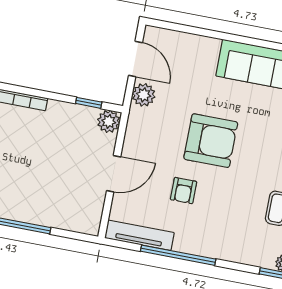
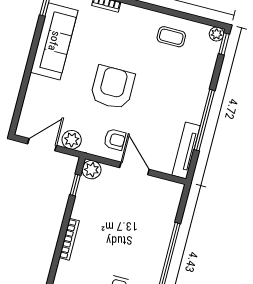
armchair: (184, 191) -> (115, 139), moved

